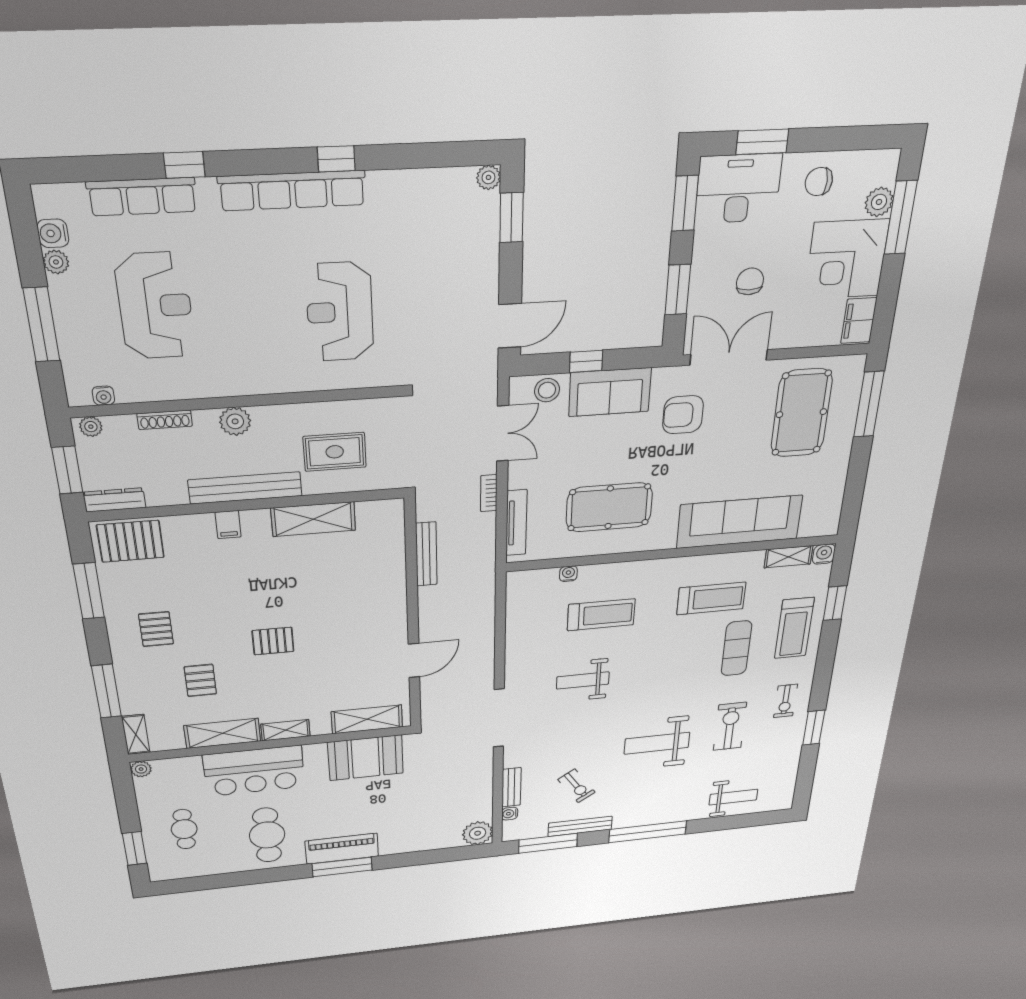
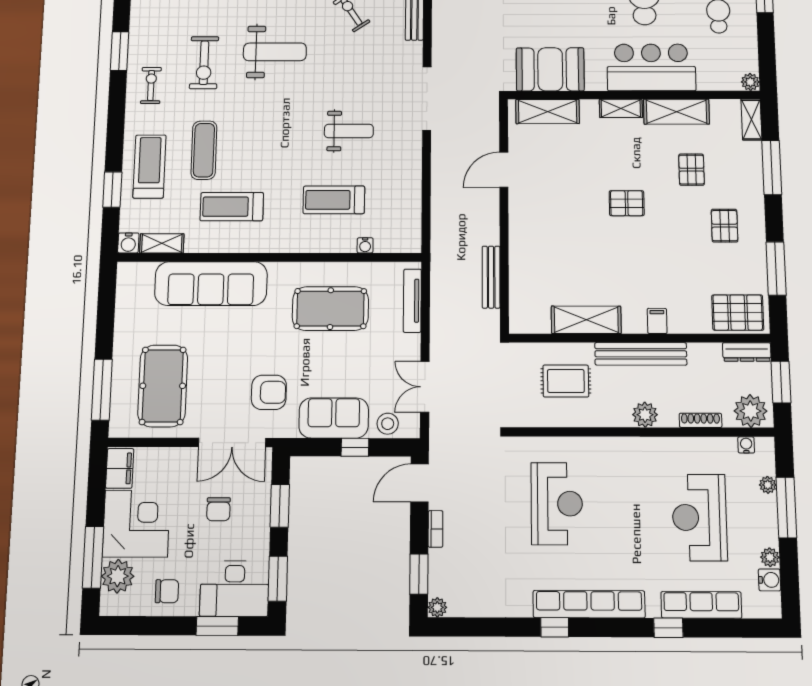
plant: (879, 202) -> (118, 576), width x1.36, depth x1.36
plant: (70, 350) -> (768, 485), added
plant: (91, 427) -> (751, 411), width x1.88, depth x1.88
bookcase: (489, 493) -> (435, 529), moved

